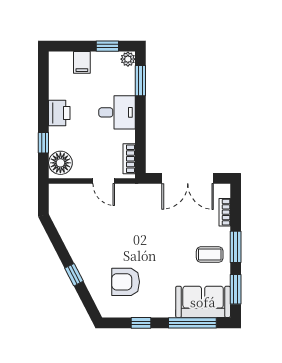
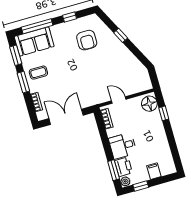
printer: (59, 113) -> (124, 167), moved, turned 180
armchair: (126, 282) -> (87, 40), turned 90

